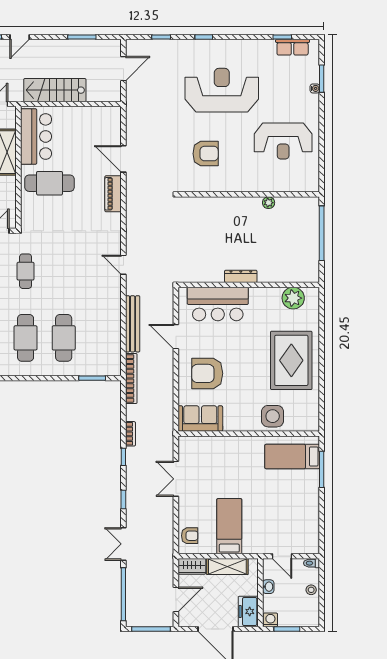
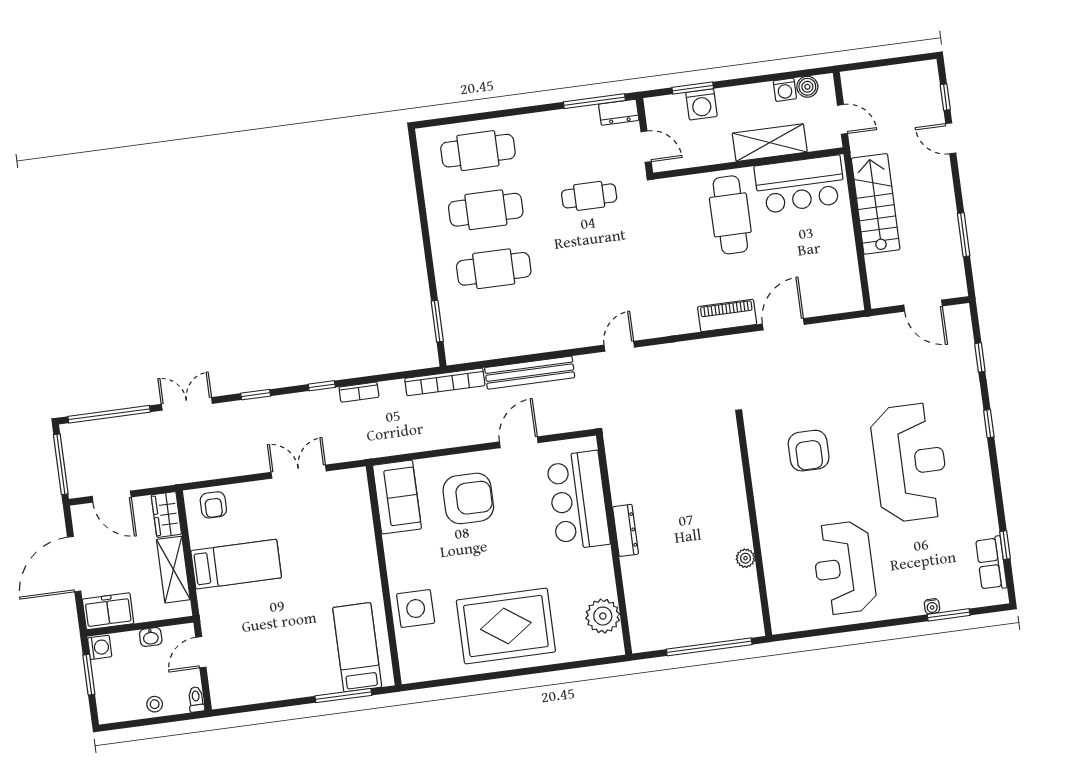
armchair: (207, 373) -> (468, 498), turned 90

